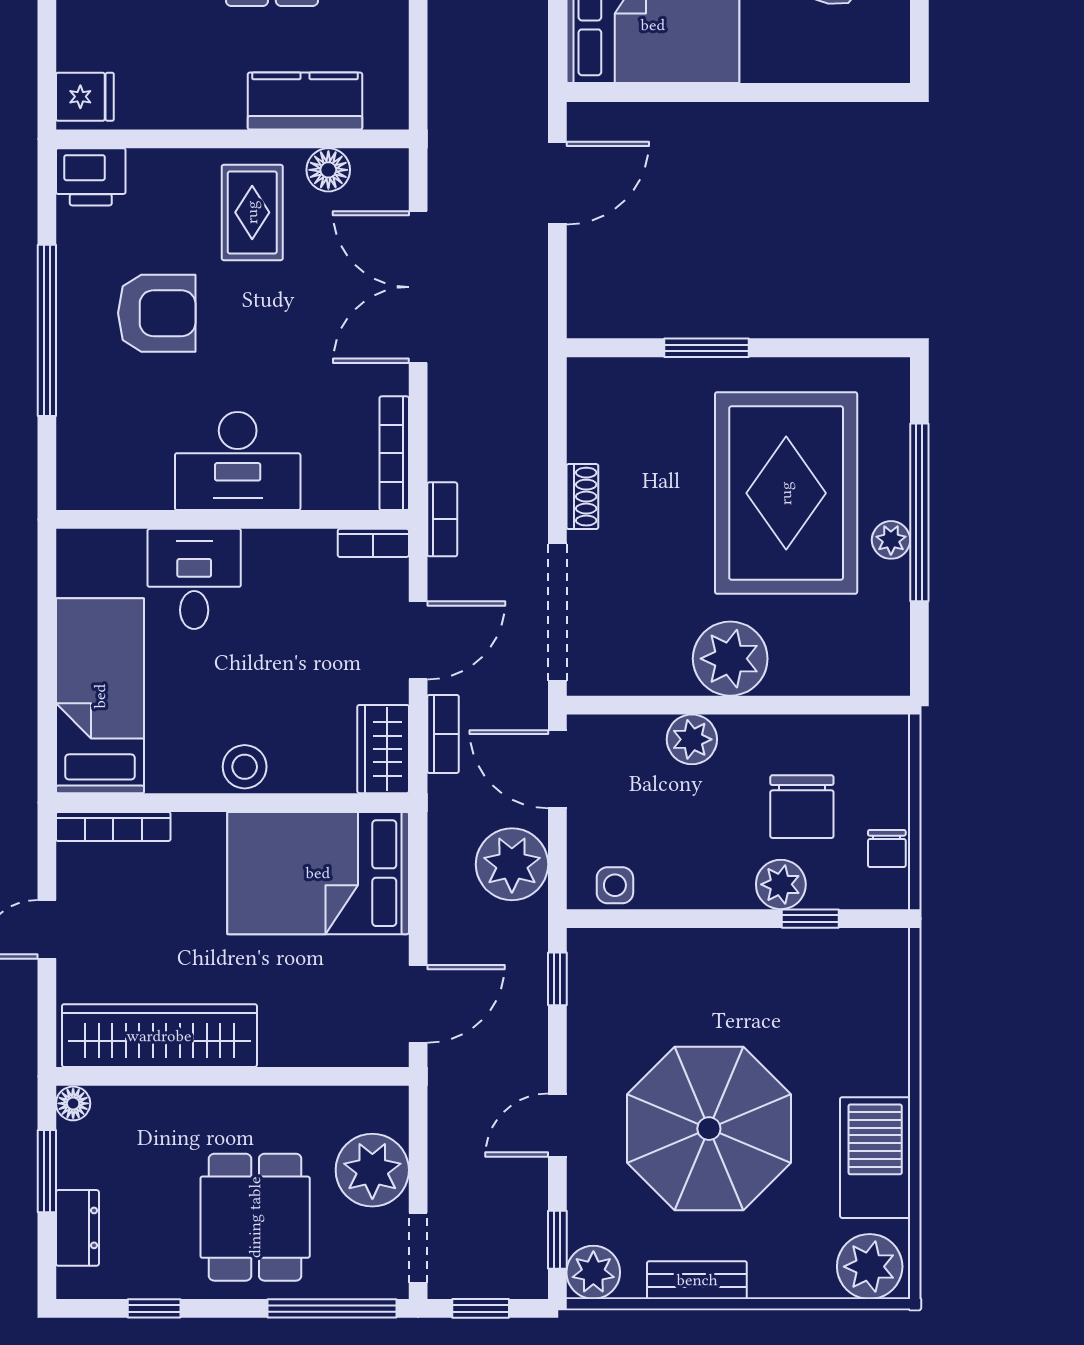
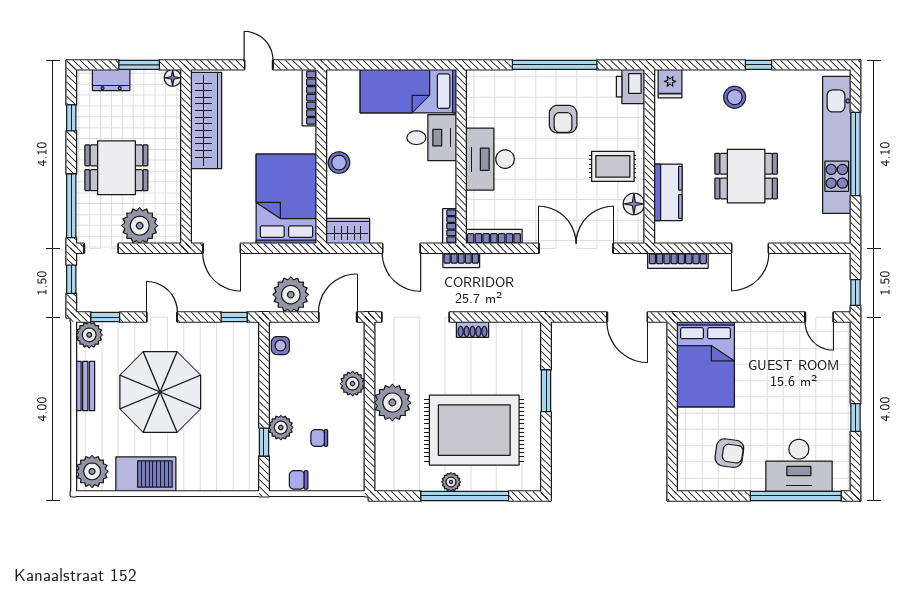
armchair: (157, 313) -> (563, 119), width x0.72, depth x0.72
bed: (100, 696) -> (408, 91), moved, turned 180
bookcase: (443, 734) -> (678, 261), moved, width x1.56
chair: (802, 807) -> (319, 438), width x0.54, depth x0.54

